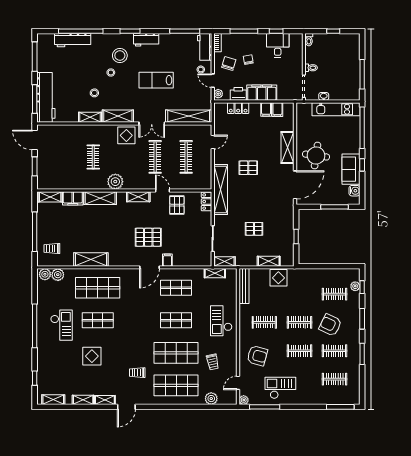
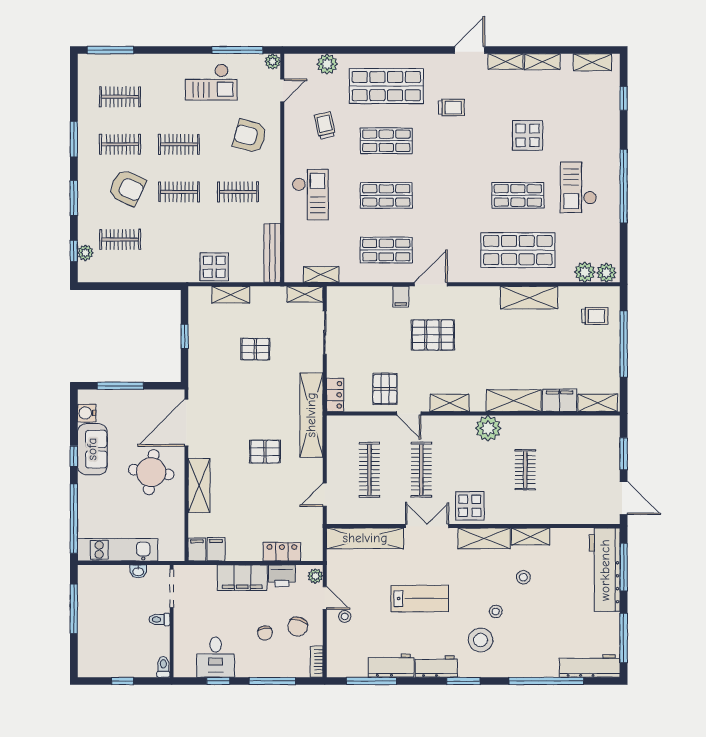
workbench: (73, 40) -> (590, 666), moved
workbench: (205, 47) -> (391, 666), moved, turned -90
filing cabinet: (266, 109) -> (197, 549), moved
shop shelf: (176, 353) -> (386, 141), width x0.70, depth x0.74

